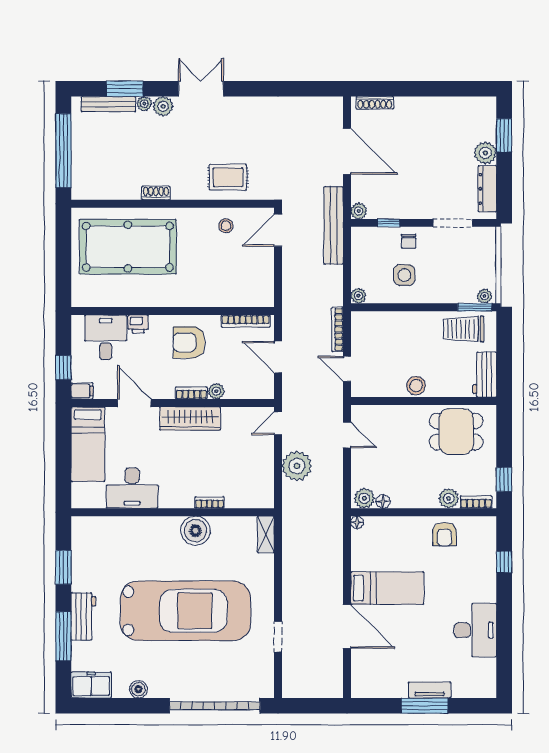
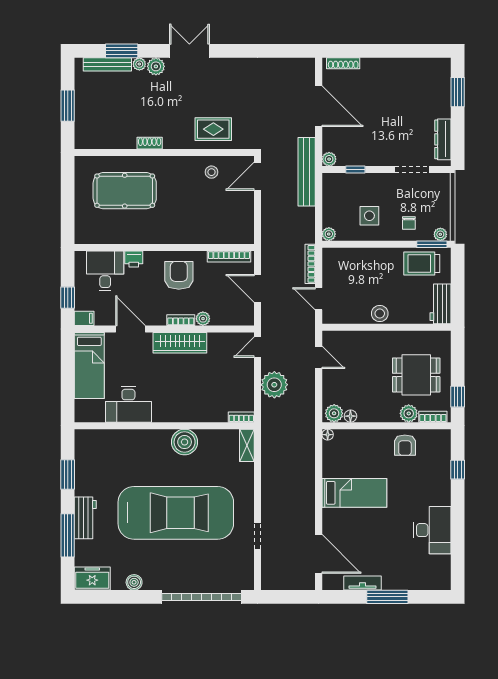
window: (63, 151) -> (68, 106), width x0.47
plant: (485, 153) -> (441, 108), removed
chair: (409, 241) -> (409, 223), moved
pool table: (128, 247) -> (125, 191), width x0.73, depth x0.76
armchair: (189, 342) -> (179, 275), turned 90
dining table: (456, 432) -> (416, 375), moved
bookcase: (210, 503) -> (241, 417), moved
door: (347, 626) -> (319, 554), moved
tv unit: (430, 690) -> (363, 583), moved

